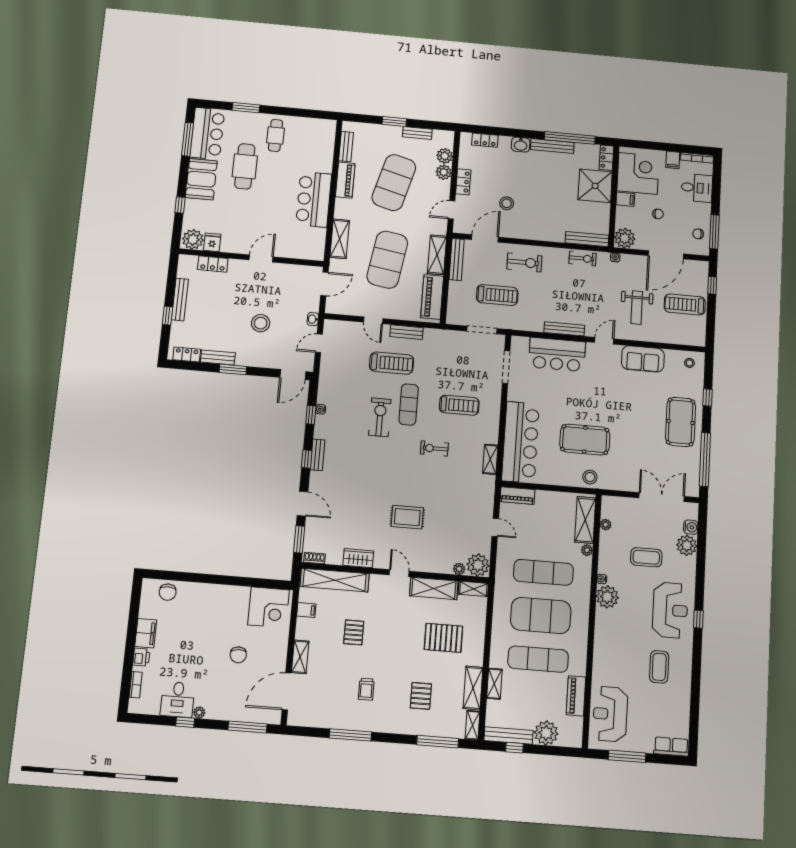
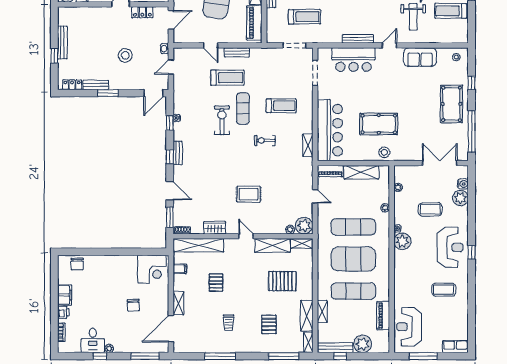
locker: (213, 264) -> (142, 12), moved
shelving: (585, 520) -> (361, 172), moved, turned 90
coffee table: (659, 667) -> (444, 290), turned 90

